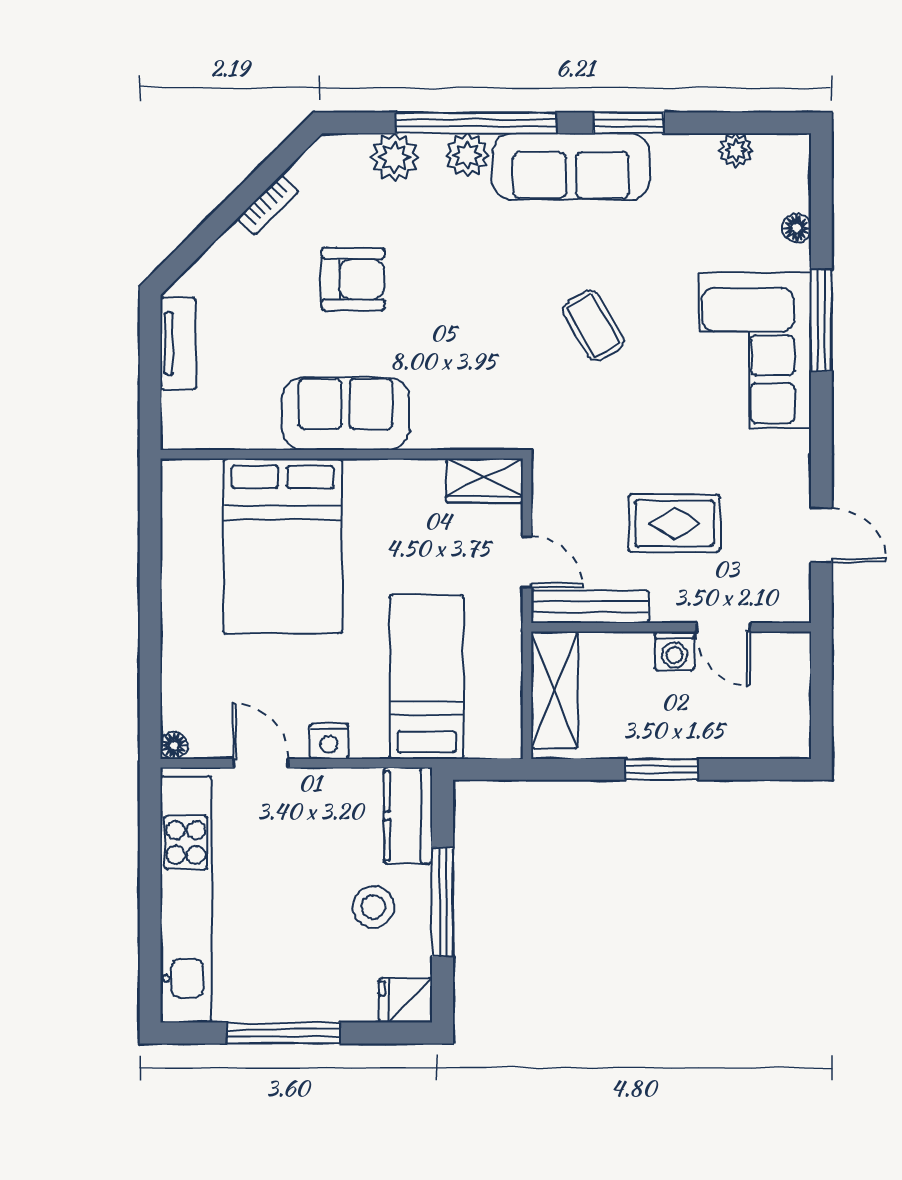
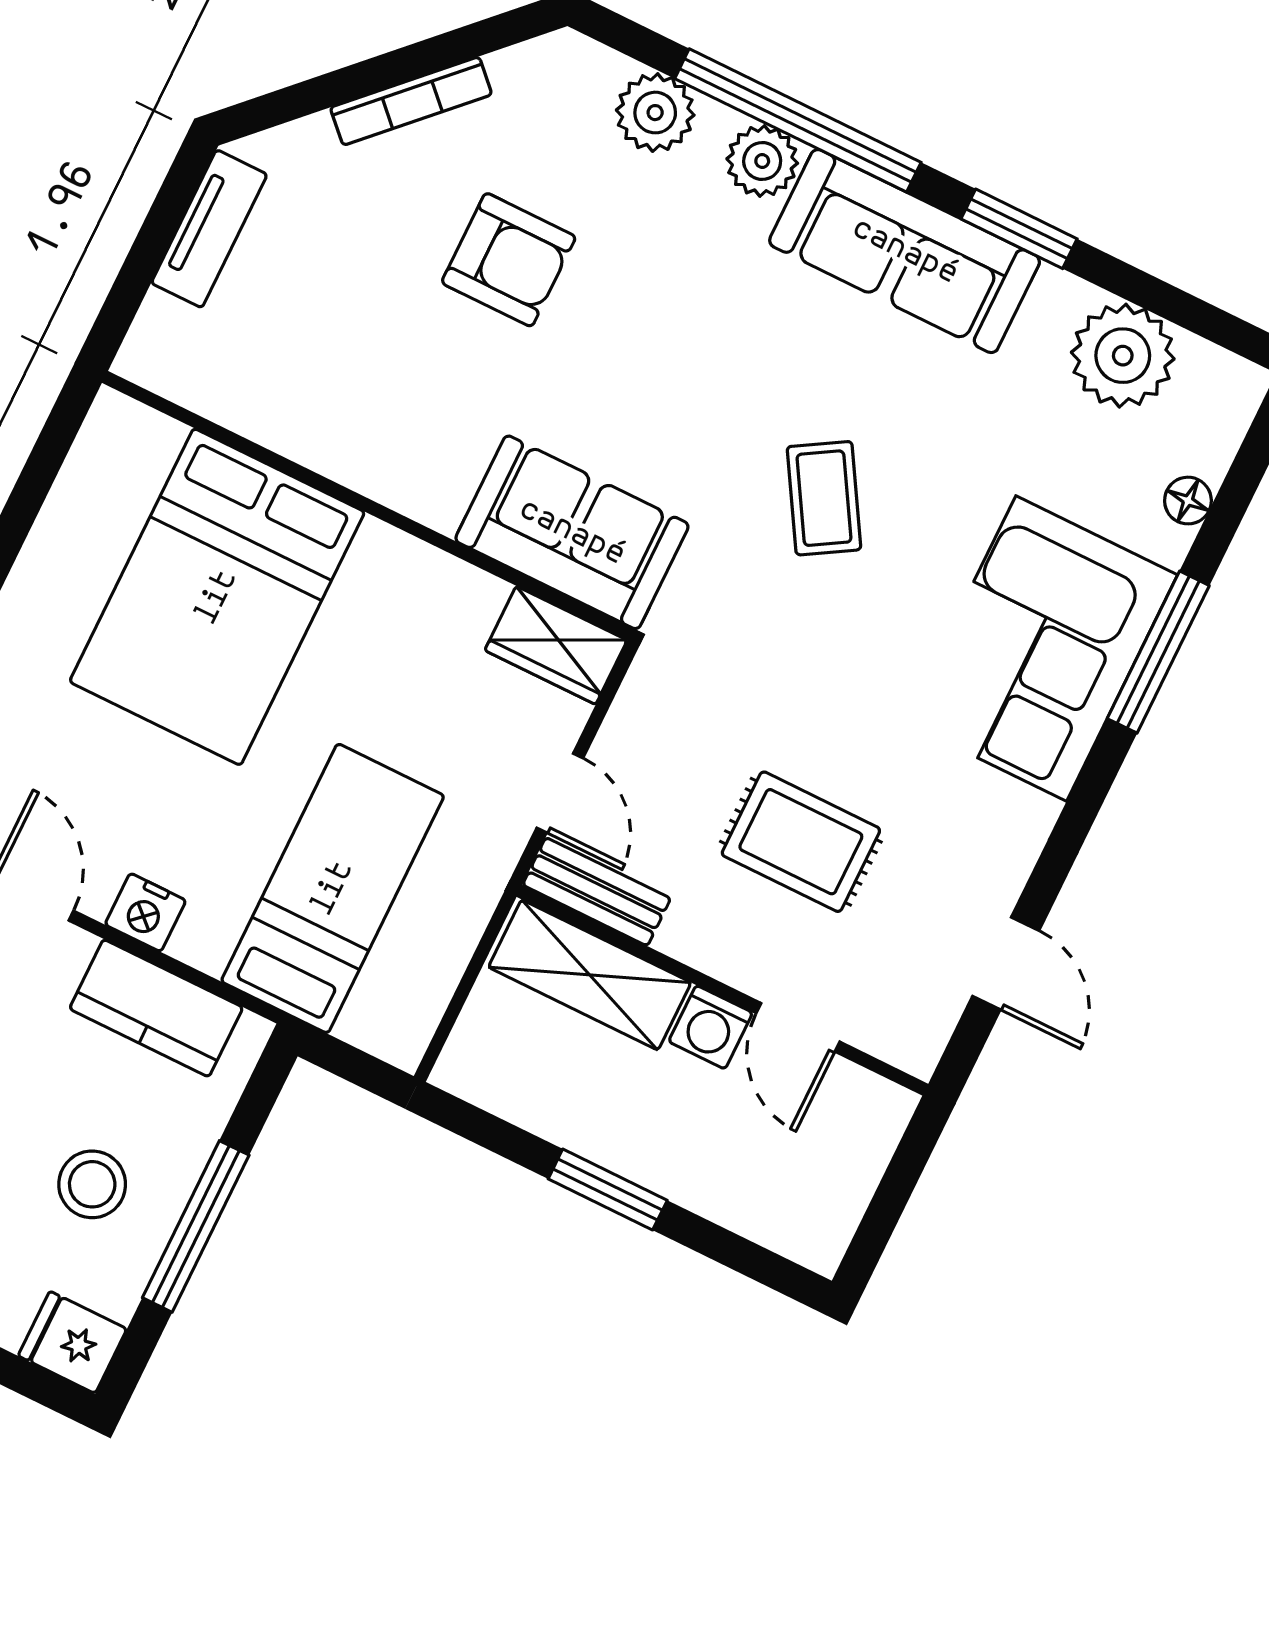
plant: (736, 150) -> (1123, 356), width x1.87, depth x1.87
bookcase: (268, 205) -> (411, 101), width x1.56
sofa: (346, 414) -> (572, 532), moved
bench: (590, 607) -> (597, 892), width x0.73
shelving: (554, 690) -> (590, 975), moved, turned 90
kitchen counter: (408, 816) -> (156, 1008), moved, turned -90

